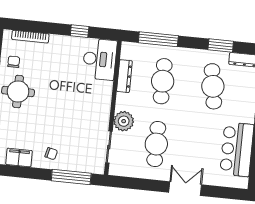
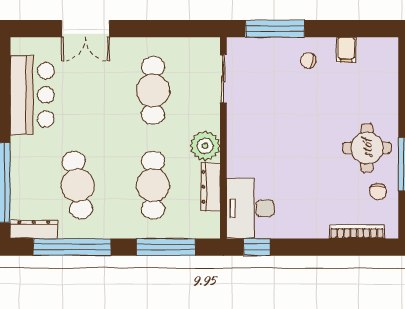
window: (80, 31) -> (257, 247), moved
window: (221, 46) -> (72, 247), width x2.11
plant: (124, 121) -> (205, 146), moved
filing cabinet: (19, 158) -> (346, 50), width x0.50
double door: (185, 189) -> (86, 29), moved

